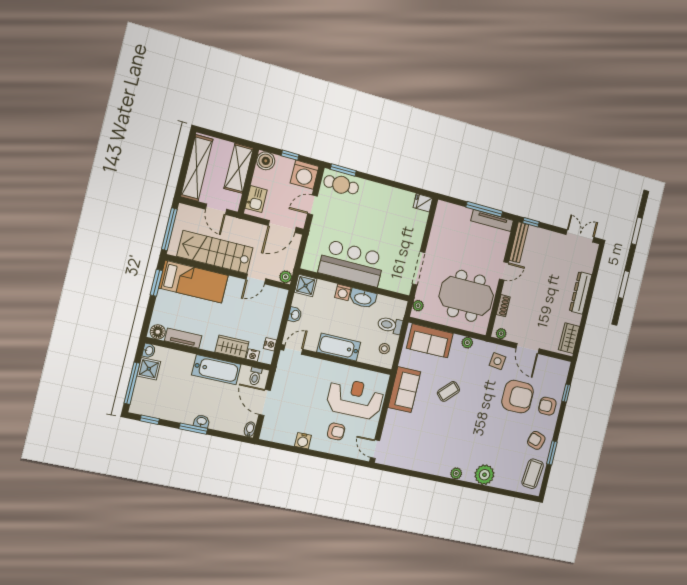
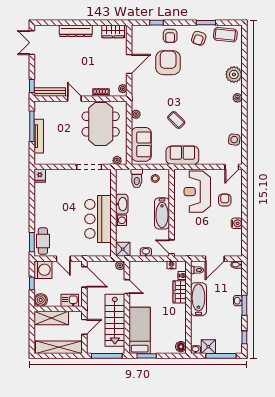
tv unit: (492, 221) -> (39, 136), moved
tv unit: (183, 338) -> (181, 328), removed
side table: (498, 361) -> (234, 140), moved

